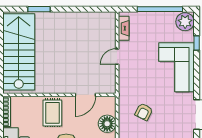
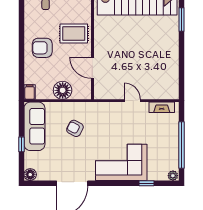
plant: (185, 22) -> (173, 176), width x0.53, depth x0.53

